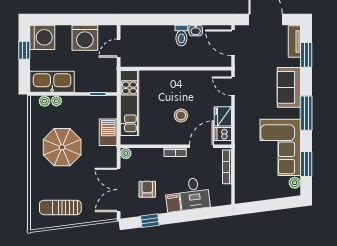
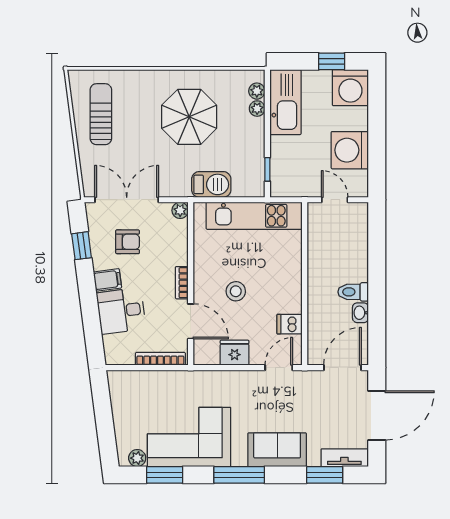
dishwasher: (223, 134) -> (290, 324), moved, turned -90

